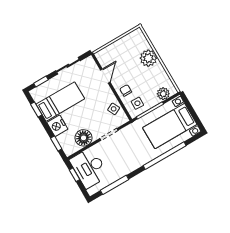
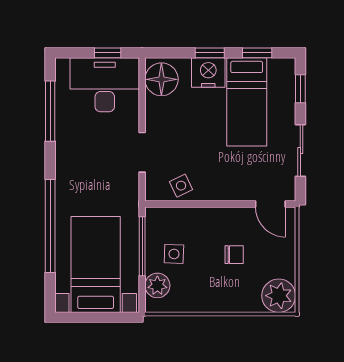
plant: (148, 58) -> (279, 296), moved
door: (105, 76) -> (270, 204), moved
chair: (126, 90) -> (234, 255), moved
side table: (137, 103) -> (174, 254), moved
floor lamp: (84, 138) -> (161, 79), moved
window: (56, 144) -> (210, 53), moved

